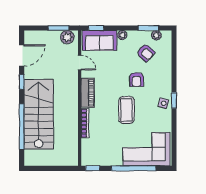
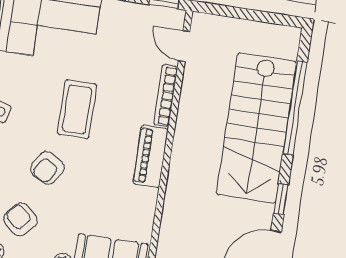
door: (80, 63) -> (184, 46), moved
armchair: (137, 80) -> (47, 168), turned -148

